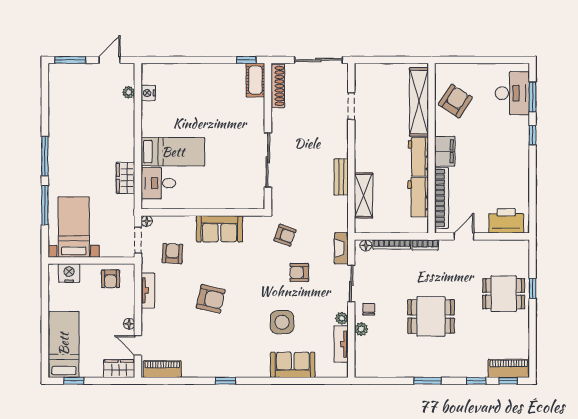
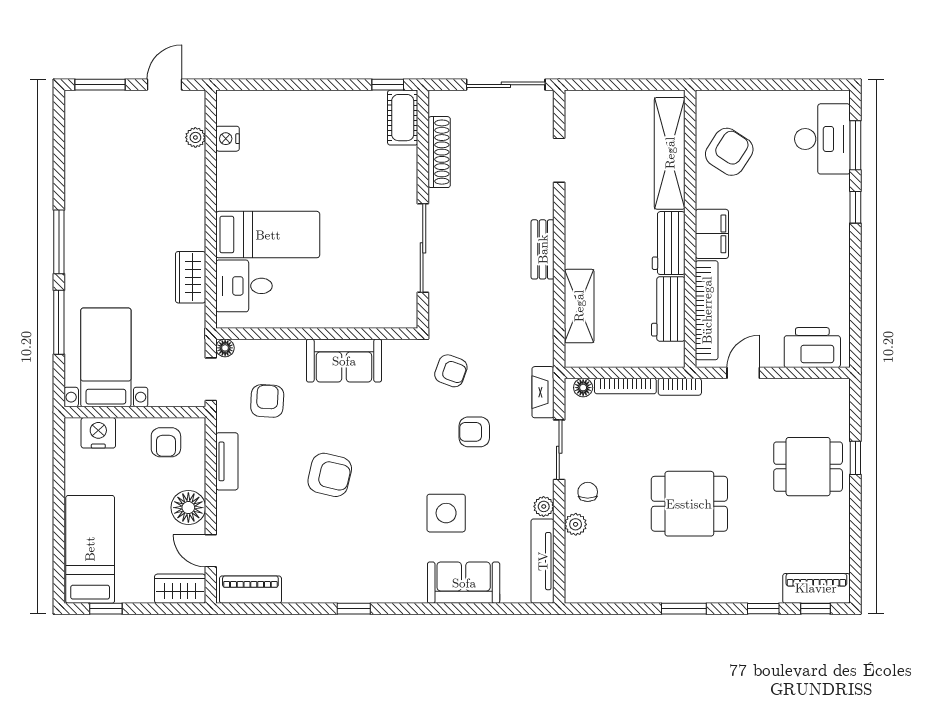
shoe rack: (278, 86) -> (439, 152), moved
bench: (341, 177) -> (543, 249), moved
floor lamp: (129, 324) -> (188, 508), width x1.89, depth x1.89
tv unit: (341, 344) -> (543, 561), width x1.41

